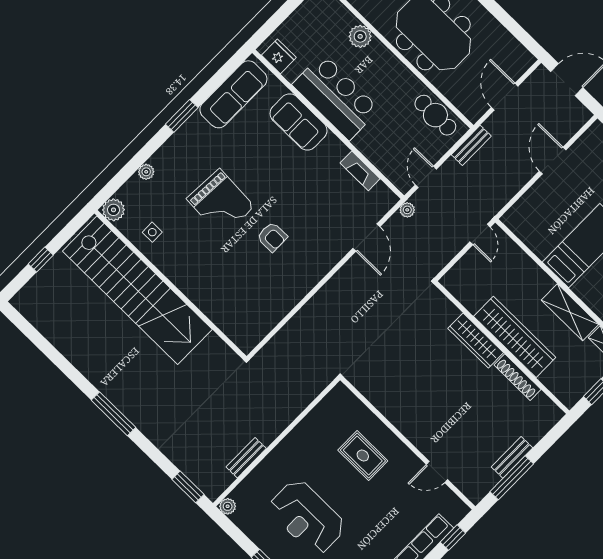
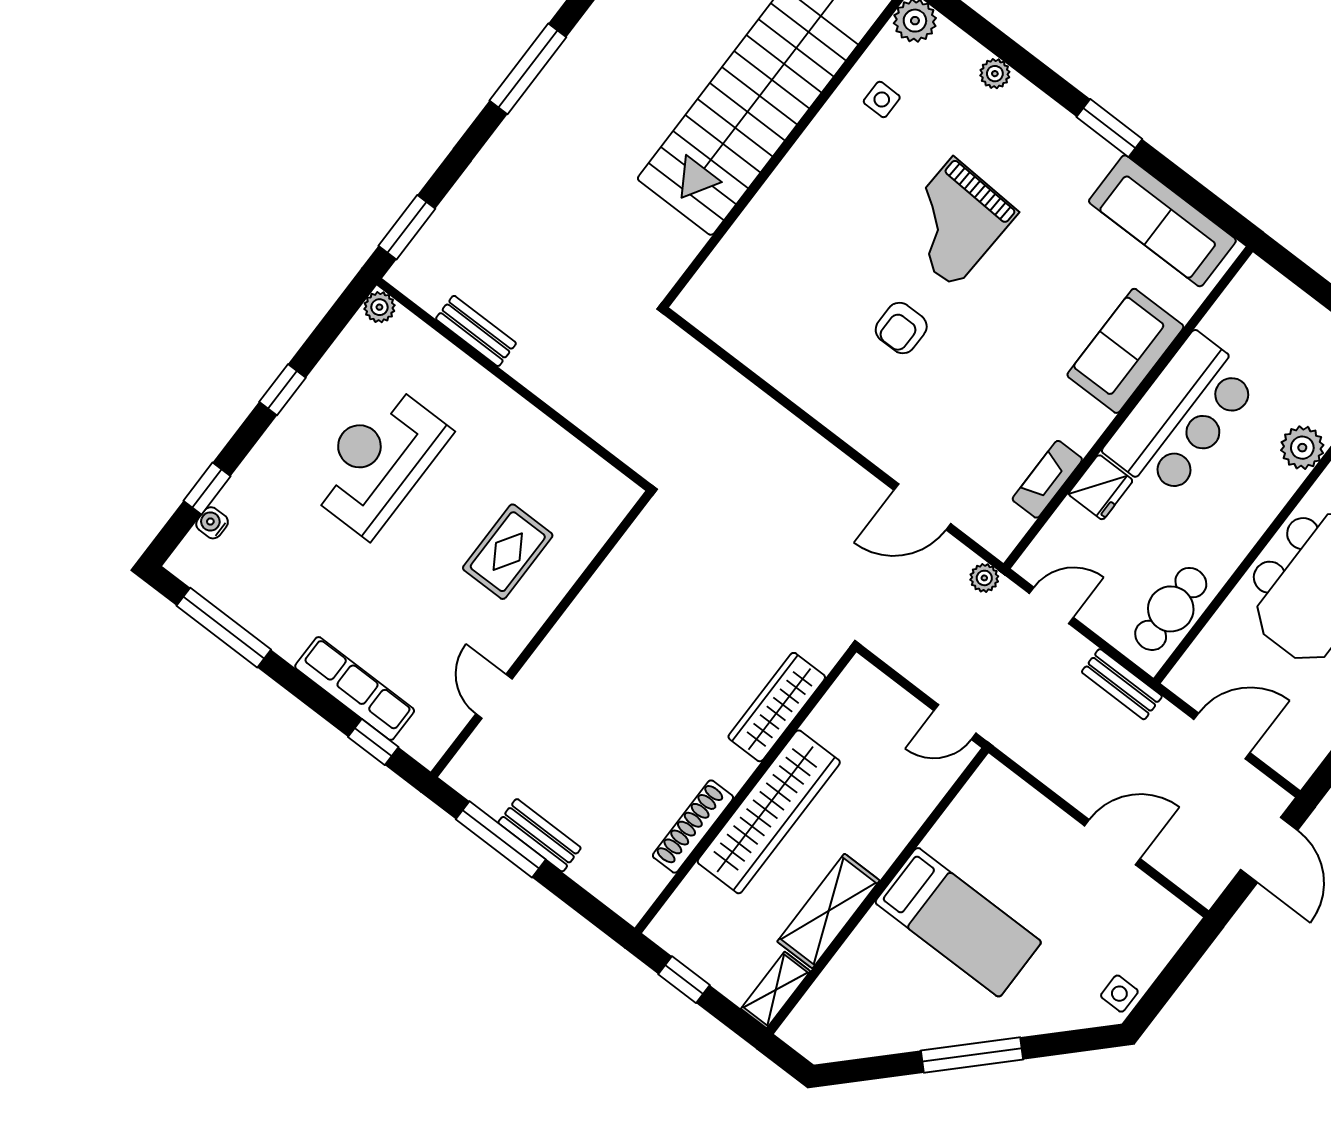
fridge: (279, 56) -> (1101, 487), moved
wardrobe: (476, 341) -> (777, 707), moved

